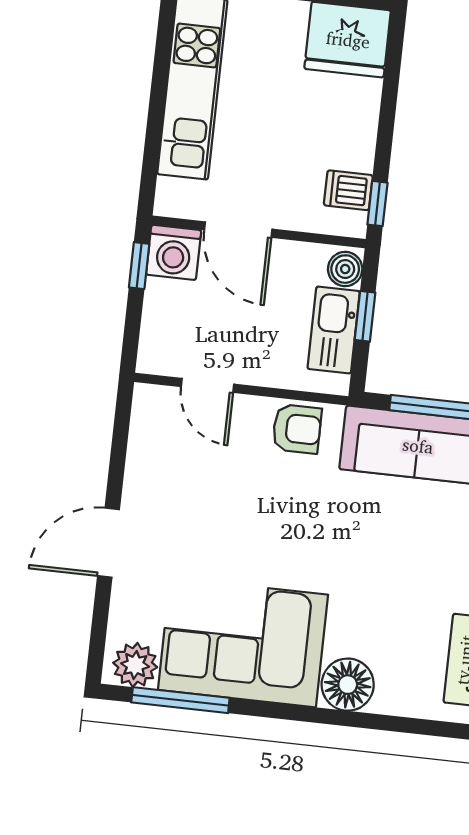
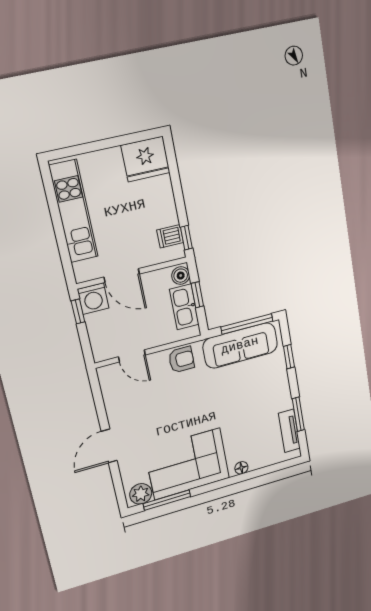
floor lamp: (348, 685) -> (241, 468), width x0.53, depth x0.53

